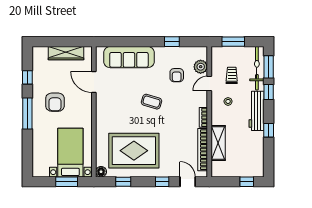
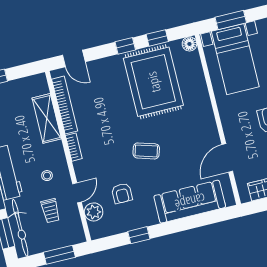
armchair: (177, 75) -> (122, 193), turned 180
door: (94, 82) -> (227, 158), swing flipped
rug: (134, 151) -> (153, 82), turned 90
window: (162, 182) -> (125, 46), moved

